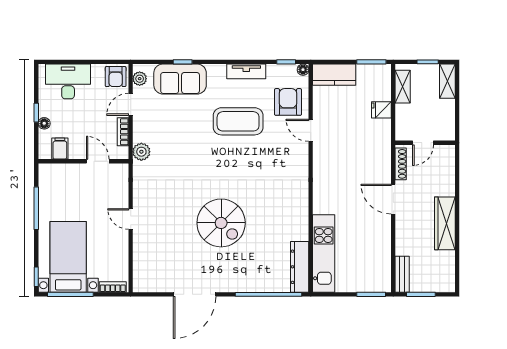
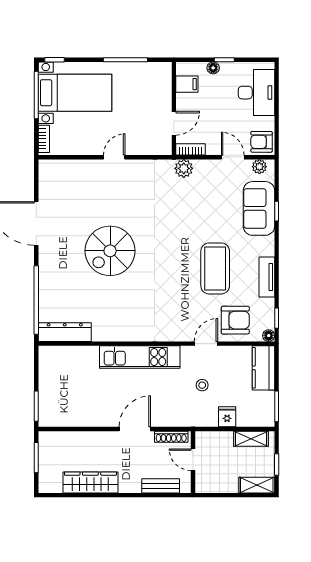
bookcase: (123, 132) -> (191, 149), moved
stool: (351, 134) -> (202, 385), added
wardrobe: (445, 223) -> (90, 482), moved
kitchen unit: (324, 253) -> (140, 357), moved
bench: (402, 274) -> (161, 486), moved

